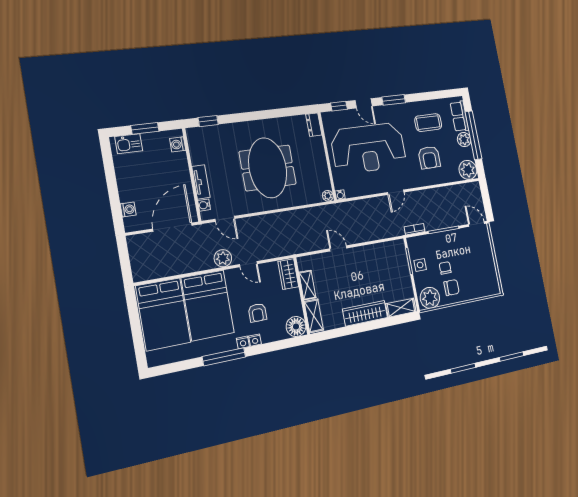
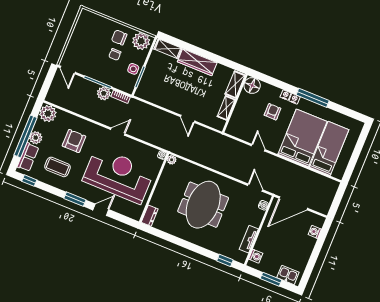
door: (364, 103) -> (101, 210), hinge flipped
window: (339, 106) -> (29, 181), moved
tv unit: (201, 182) -> (249, 239), moved
plant: (223, 258) -> (104, 93), moved
wardrobe: (288, 274) -> (235, 124), removed
bed: (163, 314) -> (329, 148), width x0.67

